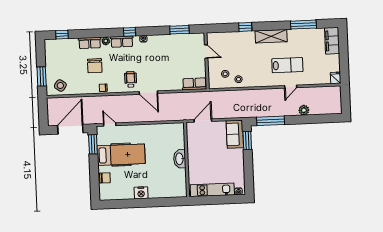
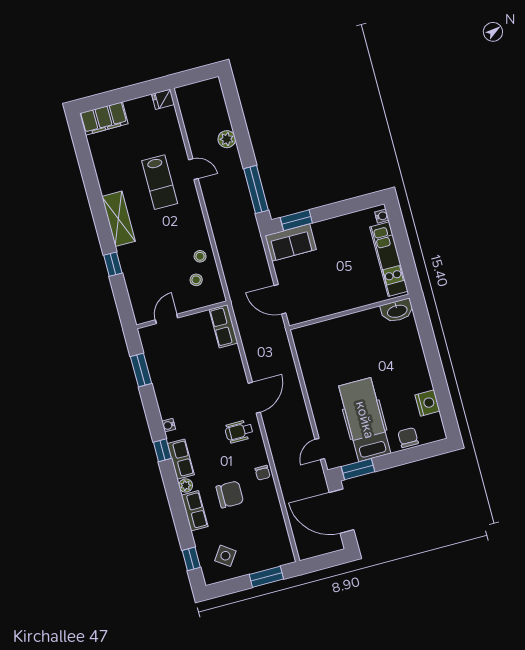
window: (303, 25) -> (88, 171), removed
lab bench: (287, 65) -> (160, 182), turned 180
side table: (60, 85) -> (225, 556), moved
washbasin: (180, 159) -> (397, 311), moved
nightstand: (141, 193) -> (427, 403), moved

